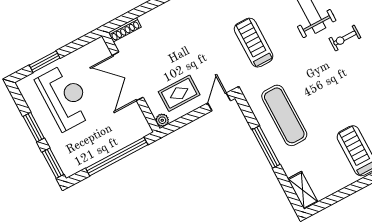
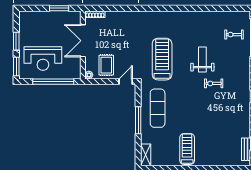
treadmill: (254, 43) -> (162, 59), width x1.37, depth x1.38
window: (45, 62) -> (59, 8), moved
rug: (179, 93) -> (106, 65), turned 90
reception desk: (65, 97) -> (43, 59), moved, turned 90

